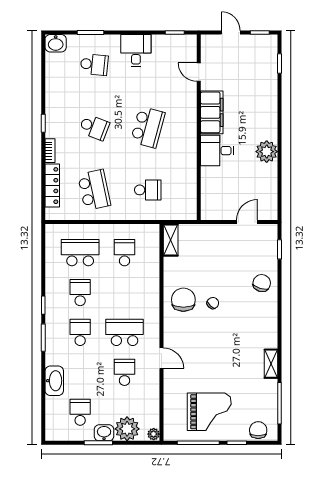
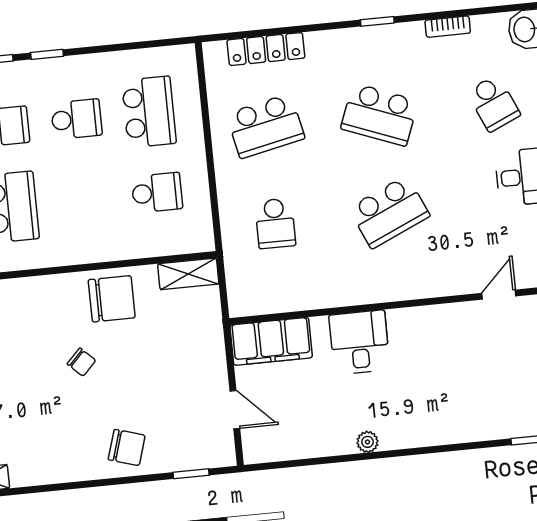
school desk: (94, 65) -> (493, 103), turned -30
filing cabinet: (212, 112) -> (271, 341), moved
school desk: (94, 127) -> (380, 115), width x1.85
school desk: (148, 127) -> (389, 212), turned -39
bookcase: (50, 151) -> (448, 27), moved
plant: (267, 152) -> (368, 442), width x0.53, depth x0.53
chair: (183, 300) -> (112, 299), moved

